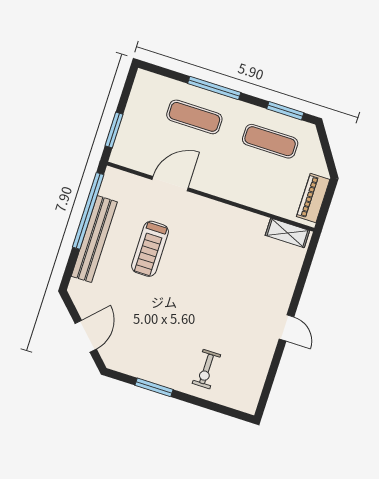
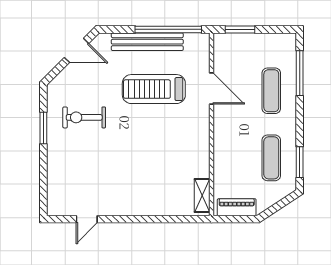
window: (214, 88) -> (300, 73), moved
treadmill: (150, 249) -> (154, 89), width x1.37, depth x1.38
door: (286, 328) -> (87, 219), moved
door: (86, 336) -> (76, 50), moved
exercise bike: (206, 369) -> (84, 117), moved, width x1.38, depth x1.39

